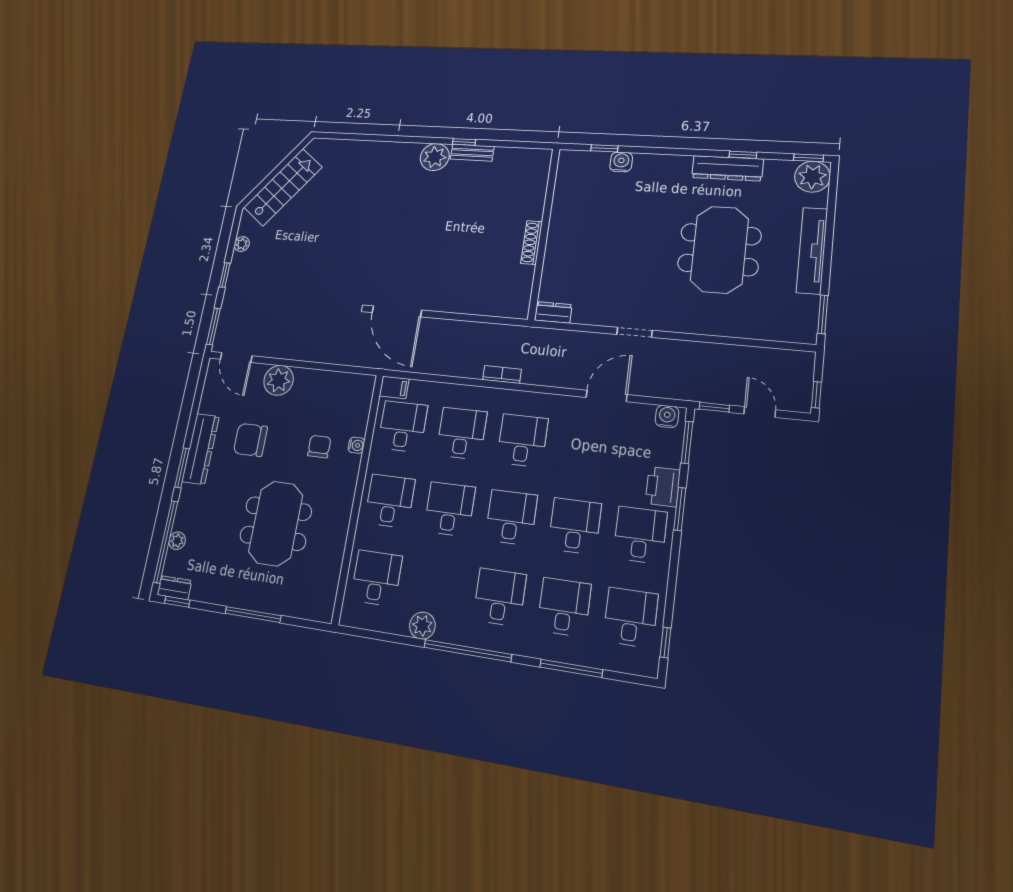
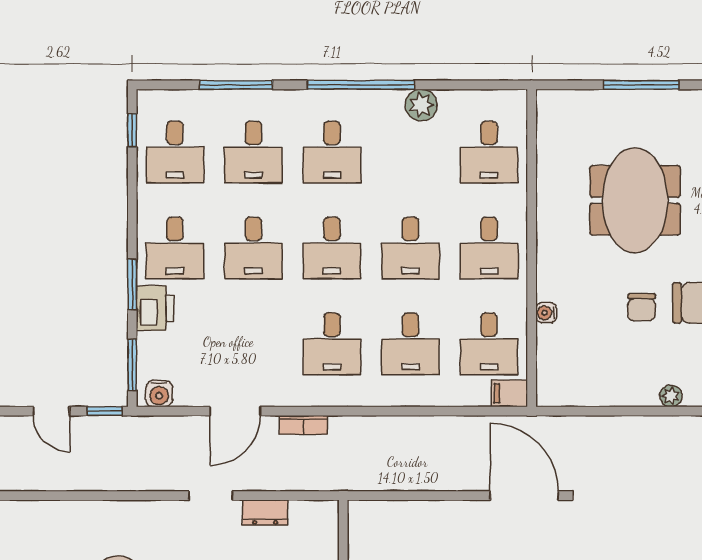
dresser: (553, 312) -> (265, 512), moved
bookcase: (502, 374) -> (303, 425), moved
plant: (279, 380) -> (671, 396), width x0.53, depth x0.53
chair: (319, 447) -> (642, 307), moved

